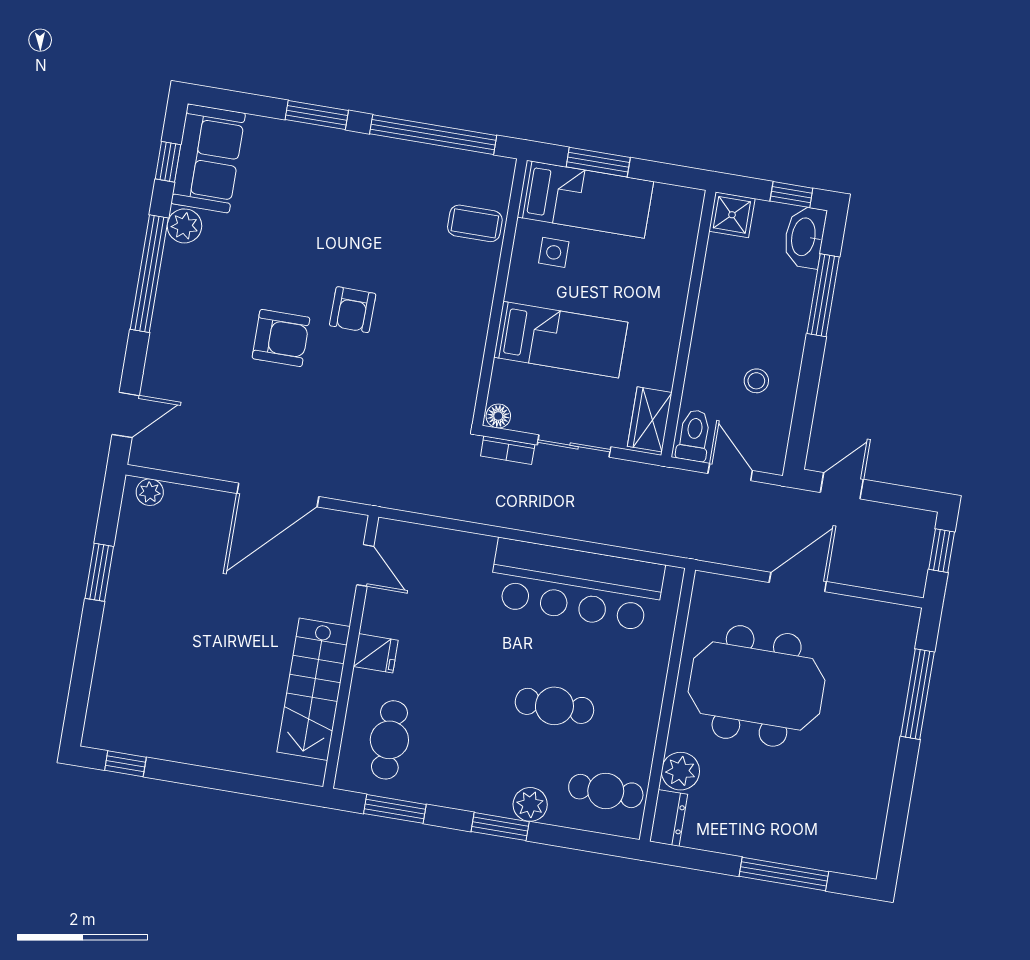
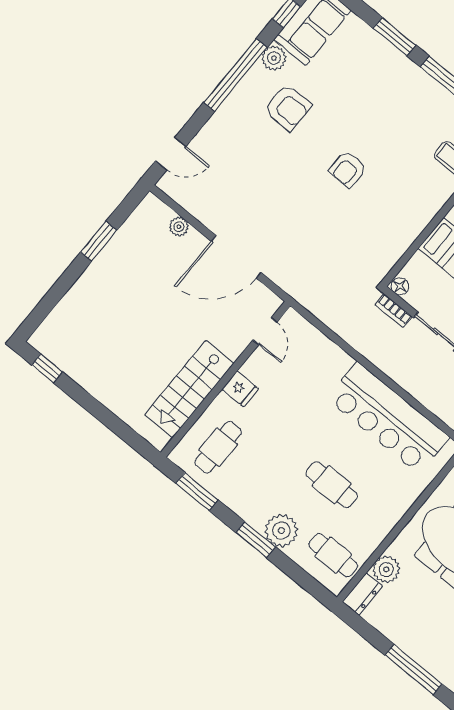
armchair: (281, 338) -> (288, 107), moved
plant: (150, 492) -> (179, 227), moved
plant: (530, 804) -> (281, 531), width x1.36, depth x1.36

